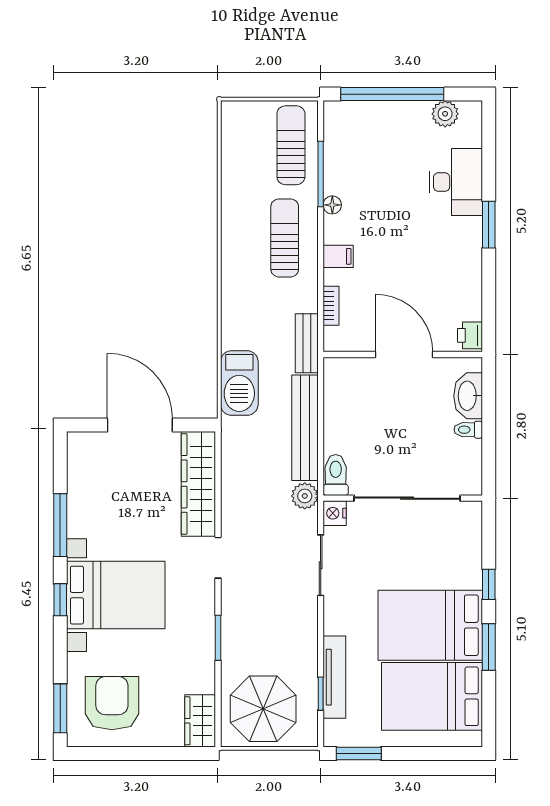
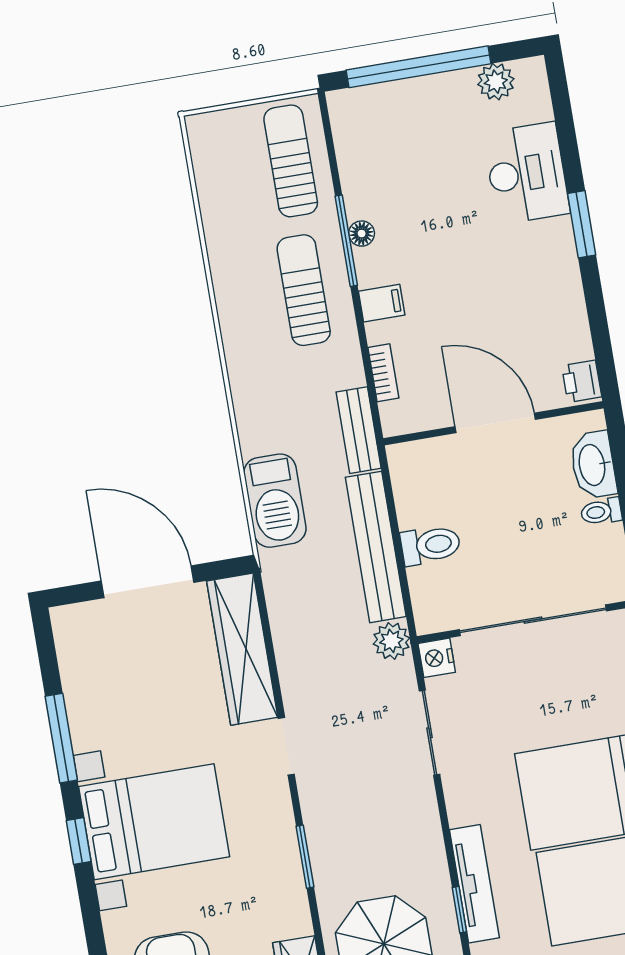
window: (321, 174) -> (346, 241), moved
toilet: (336, 475) -> (431, 545), moved, turned 90

